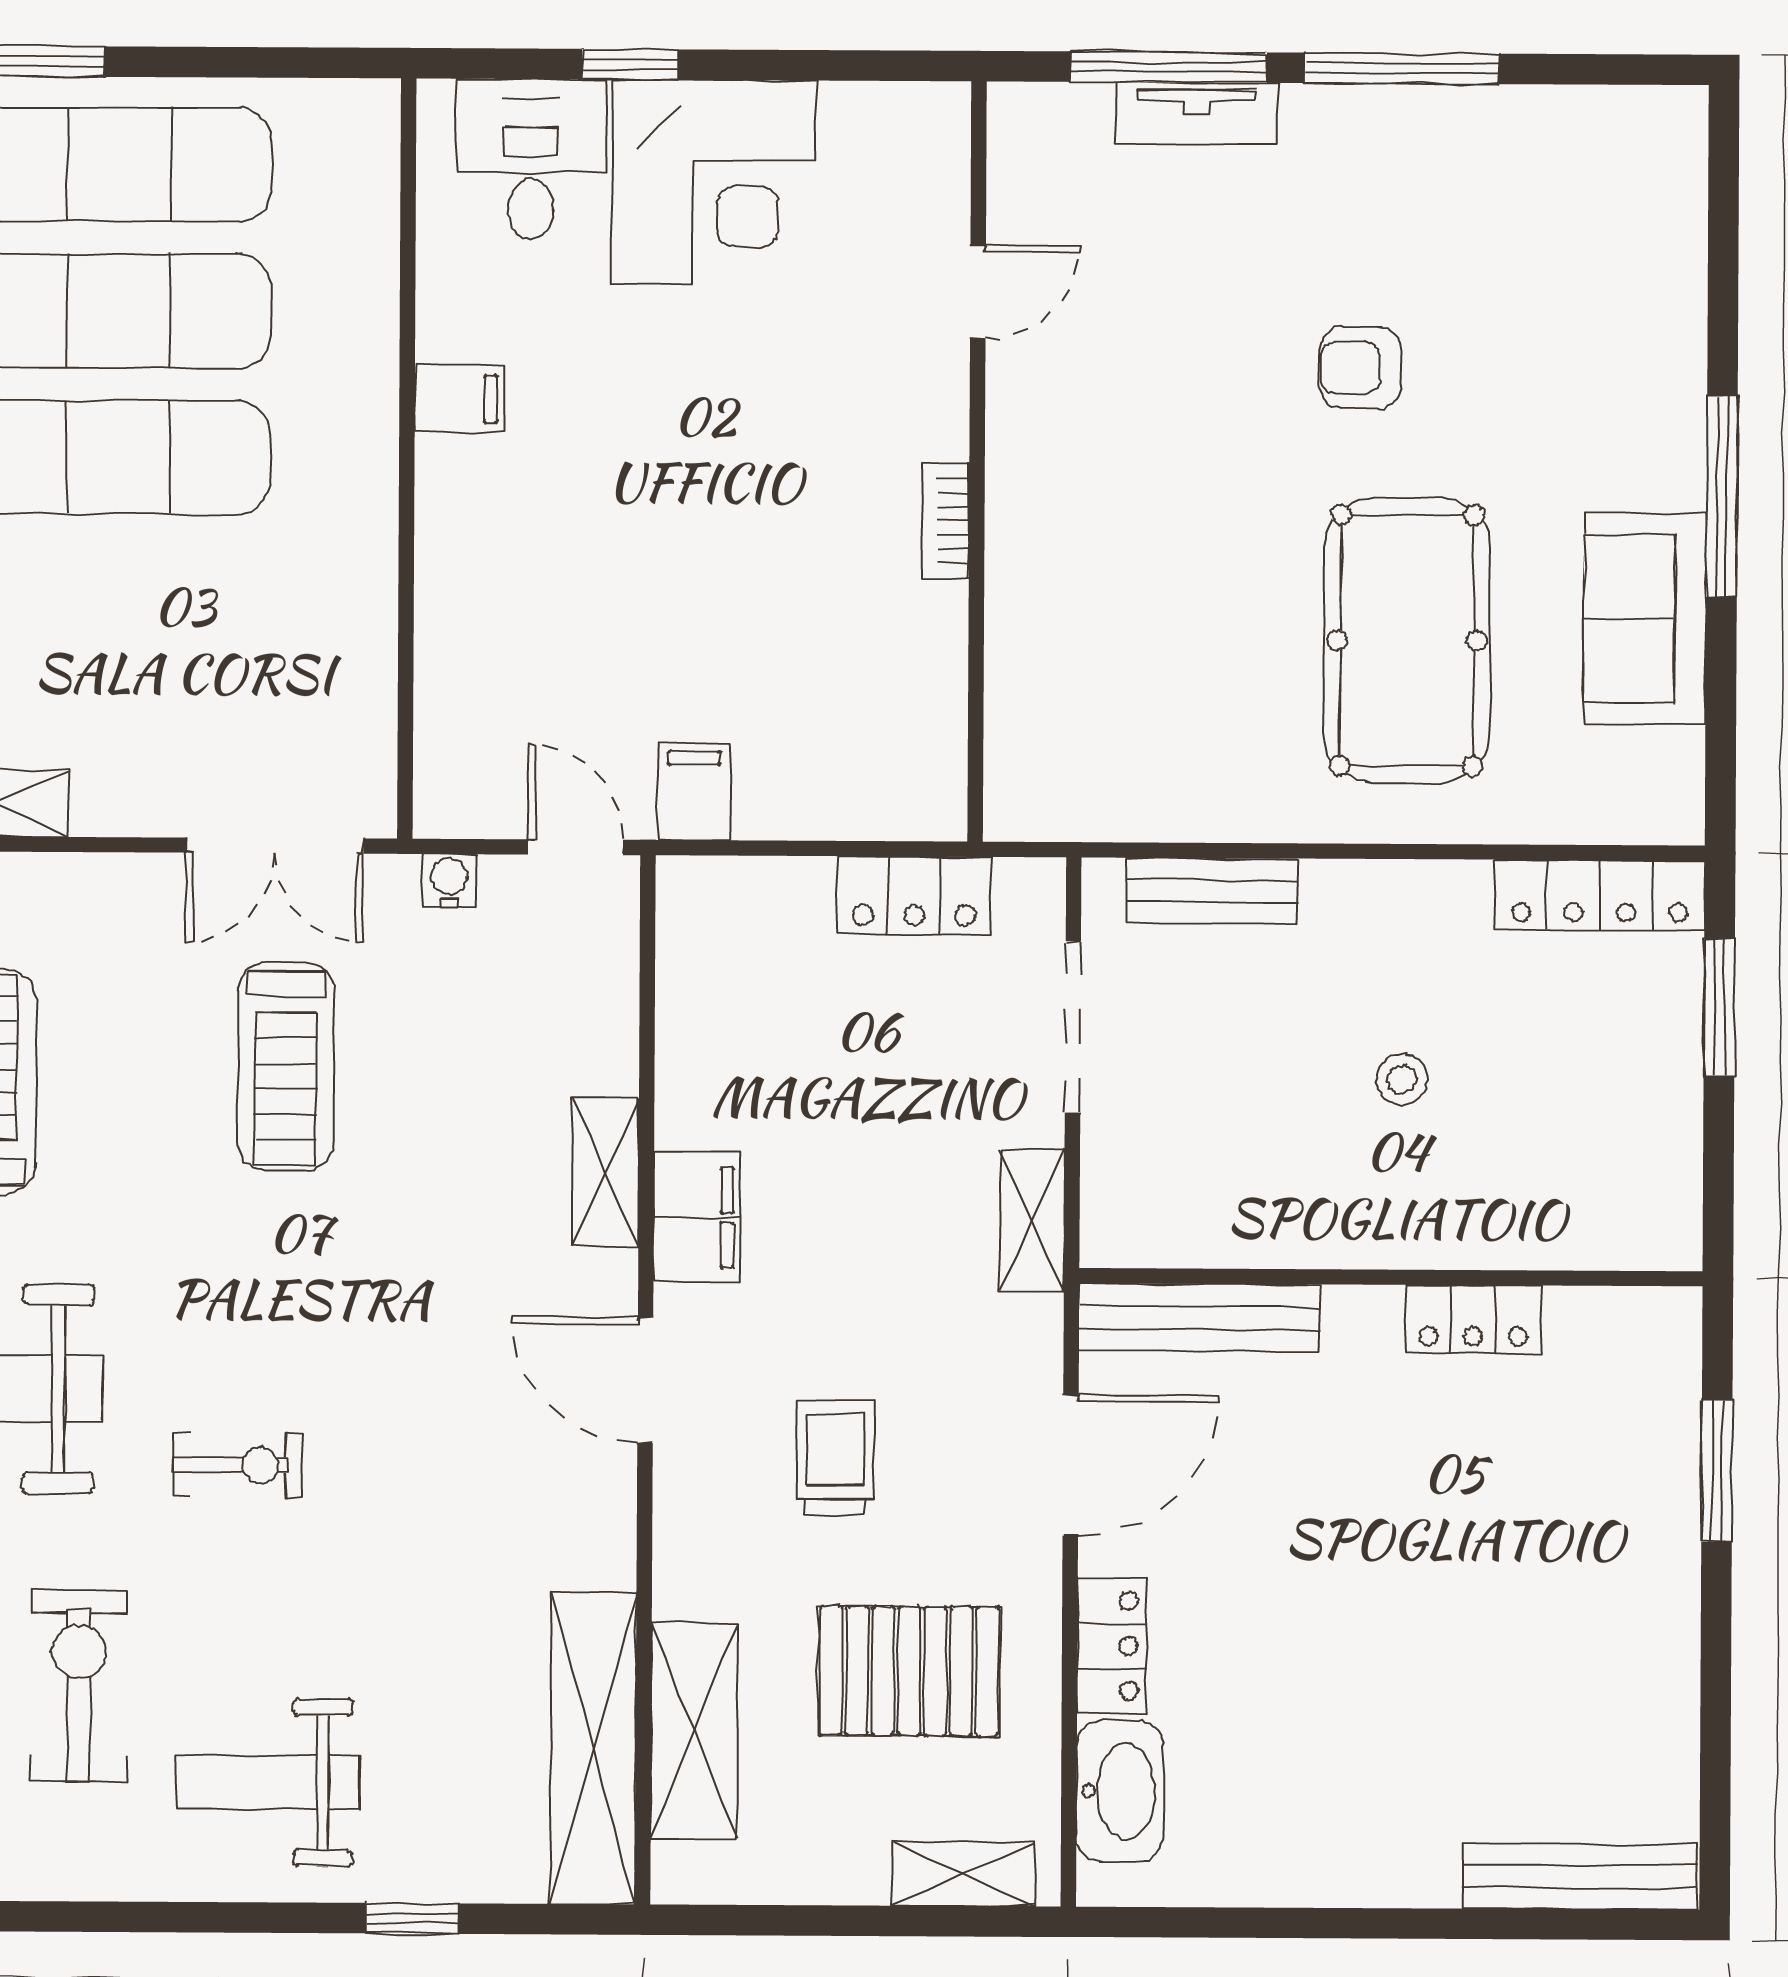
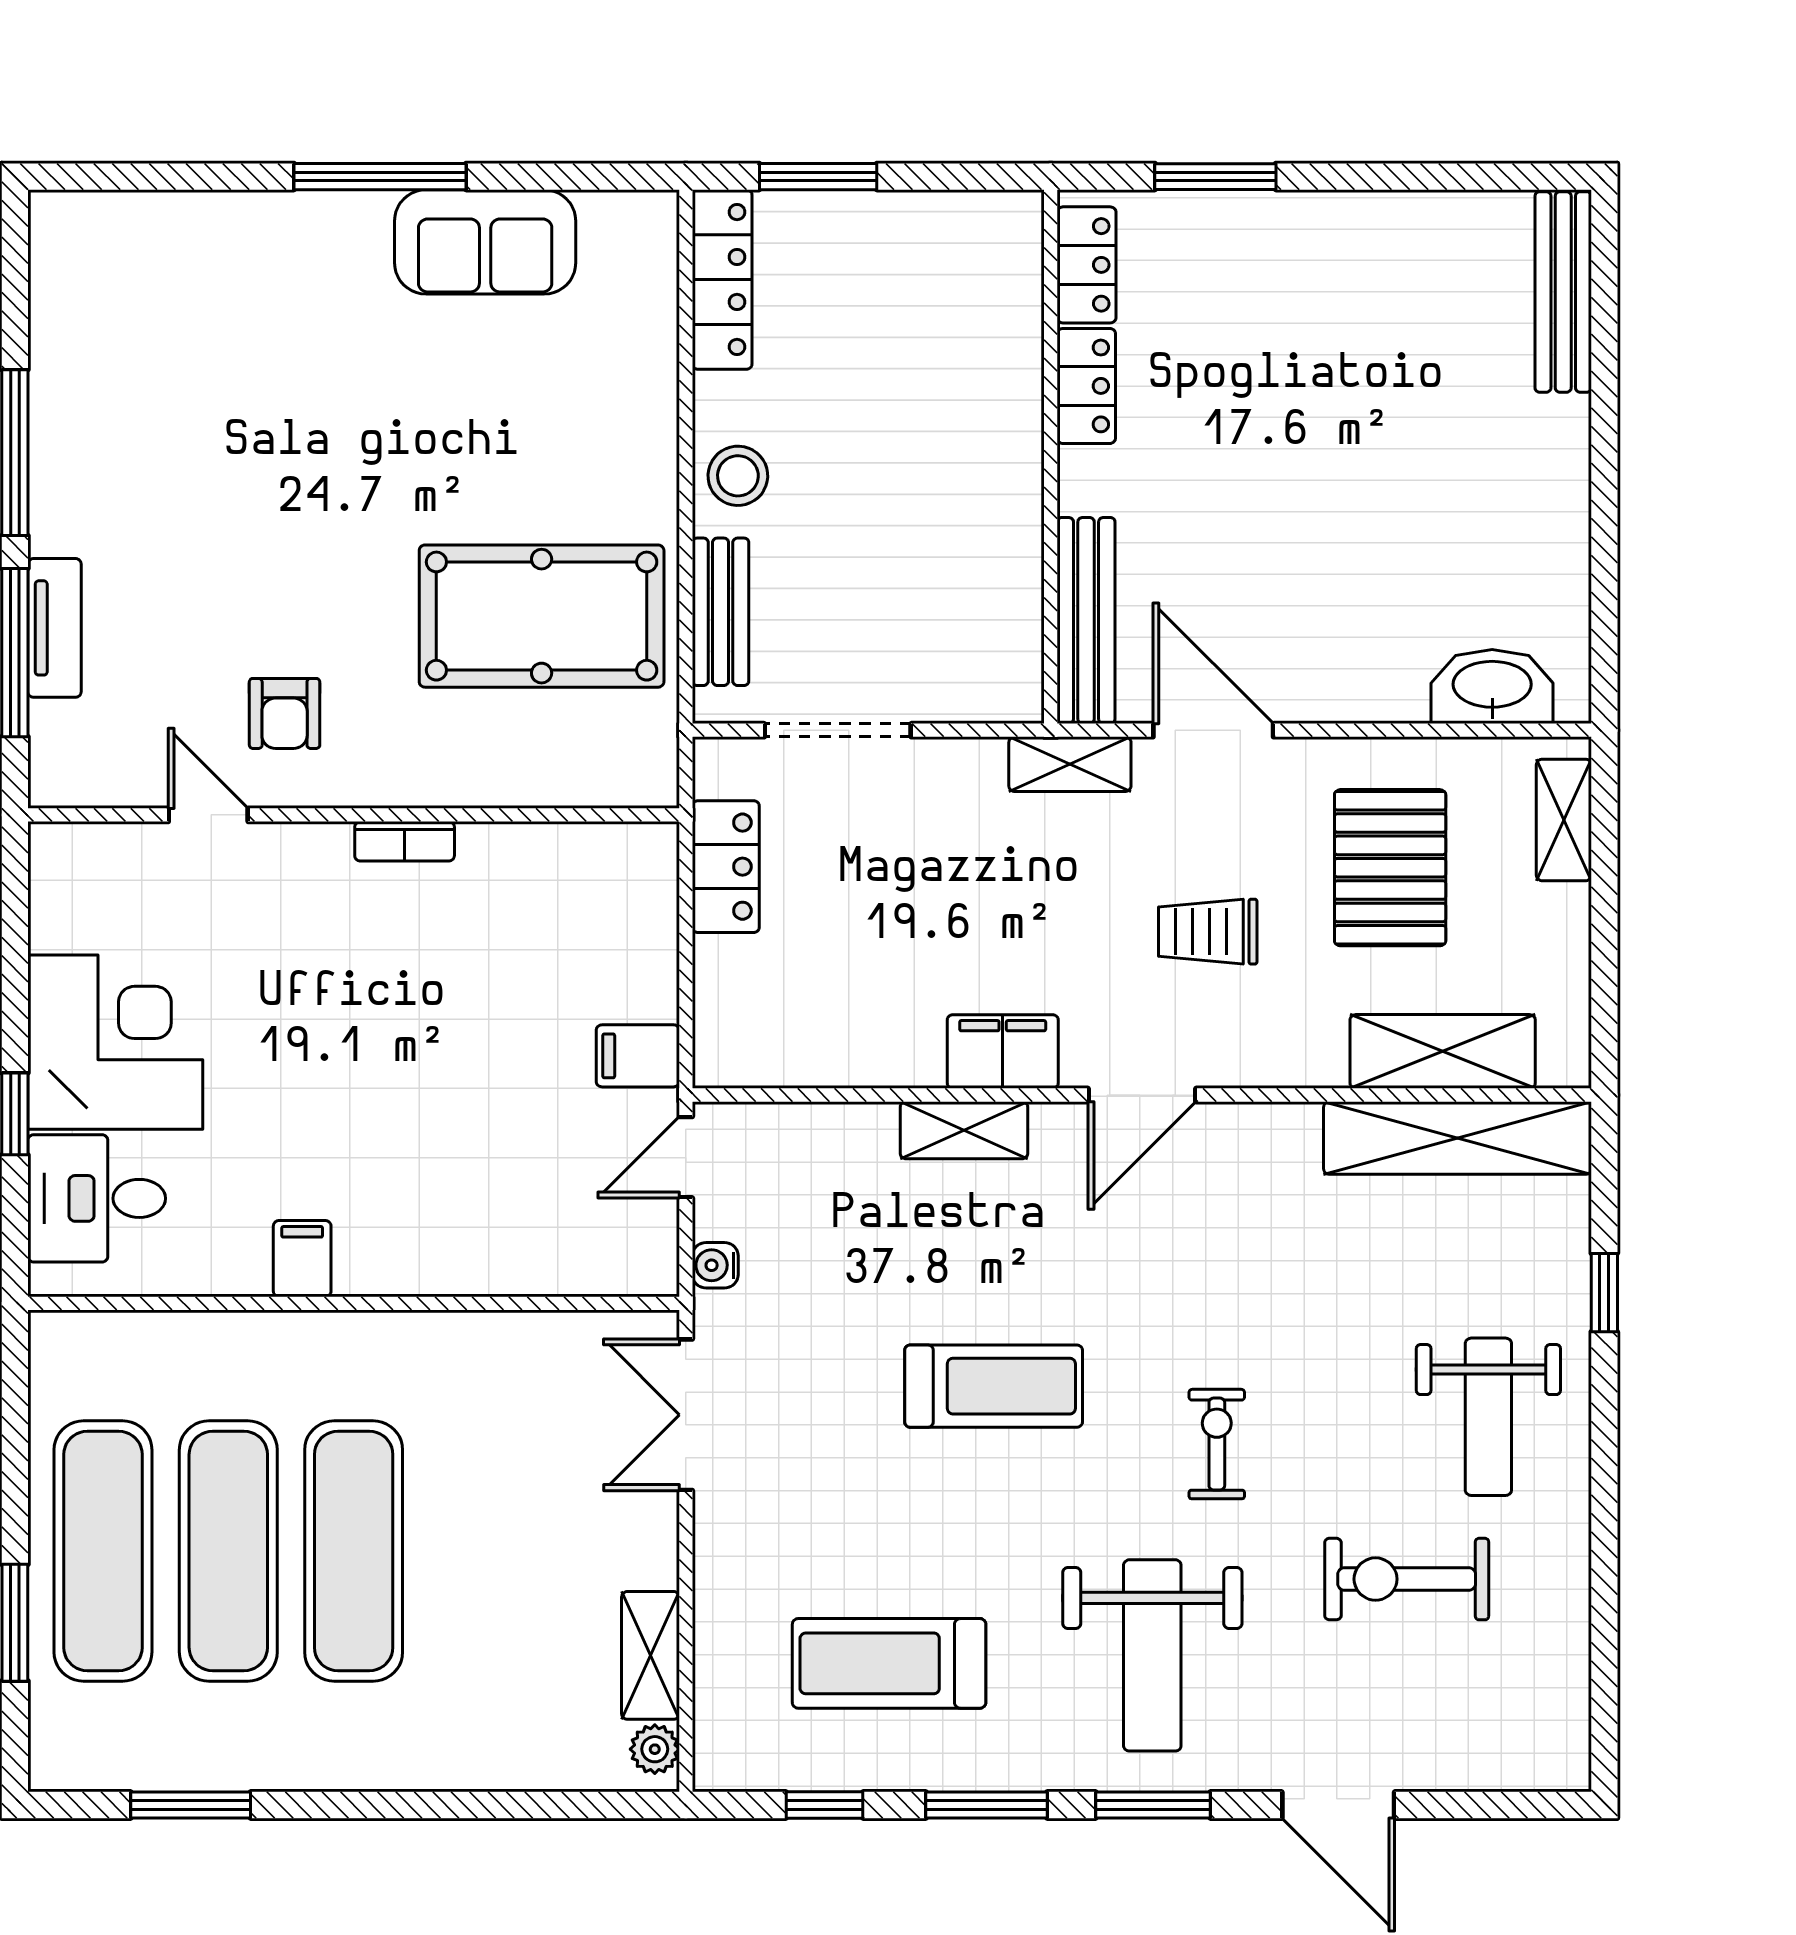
armchair: (1360, 368) -> (285, 713), moved
pool table: (1407, 640) -> (542, 616), moved
double door: (275, 846) -> (686, 1415), swing flipped
treadmill: (286, 1066) -> (994, 1386), moved
stool: (1402, 1079) -> (738, 476), moved, width x1.37, depth x1.37
shelving: (1032, 1221) -> (1070, 764), moved
locker: (1112, 1646) -> (1087, 265), moved, turned 90

